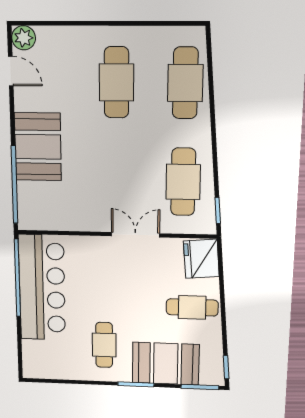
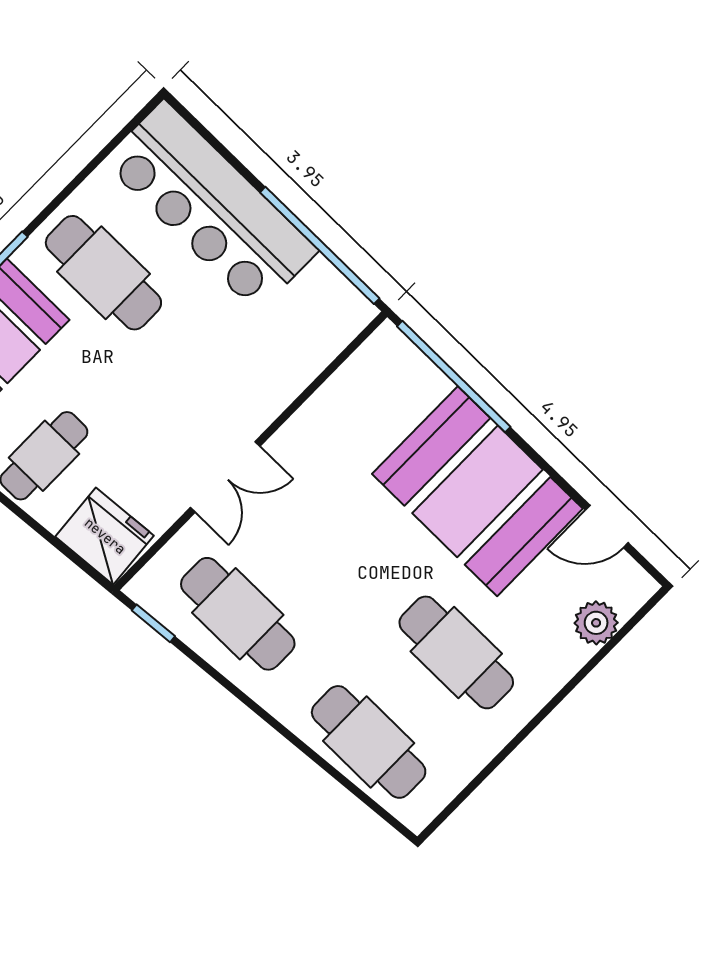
plant: (24, 38) -> (596, 623), moved
booth: (38, 147) -> (477, 491), width x1.36, depth x1.42
bar counter: (42, 288) -> (211, 206), moved
cafe table: (104, 345) -> (103, 273), width x1.37, depth x1.35

